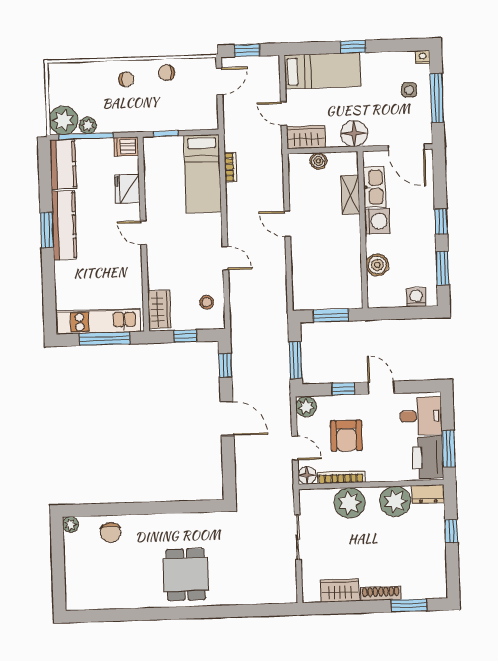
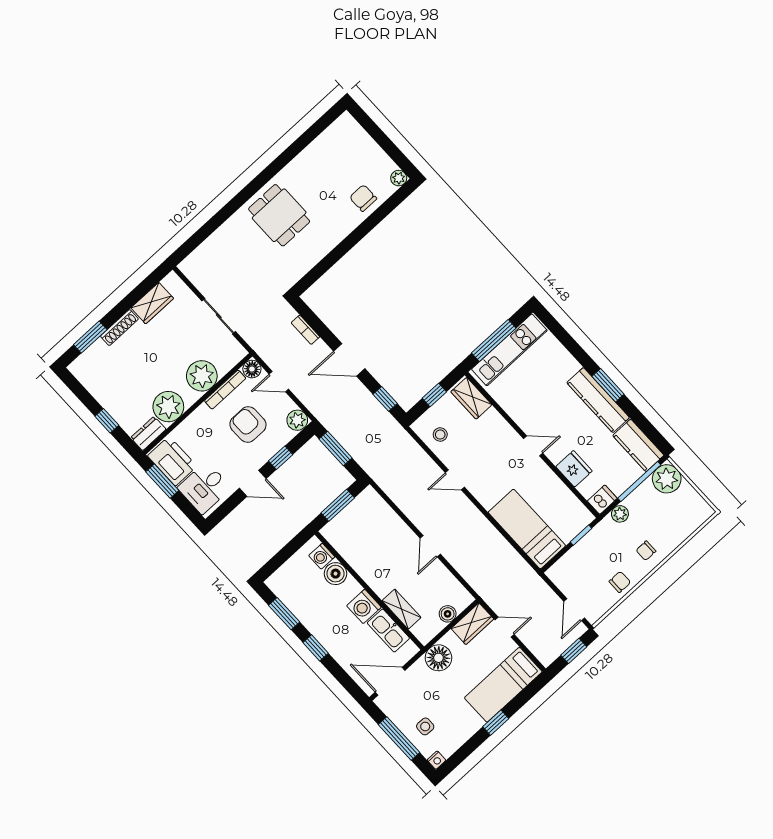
plant: (88, 125) -> (620, 514), moved
bookcase: (231, 167) -> (305, 330), moved
door: (287, 224) -> (430, 546), swing flipped
washing machine: (416, 297) -> (322, 556), moved, turned 90

